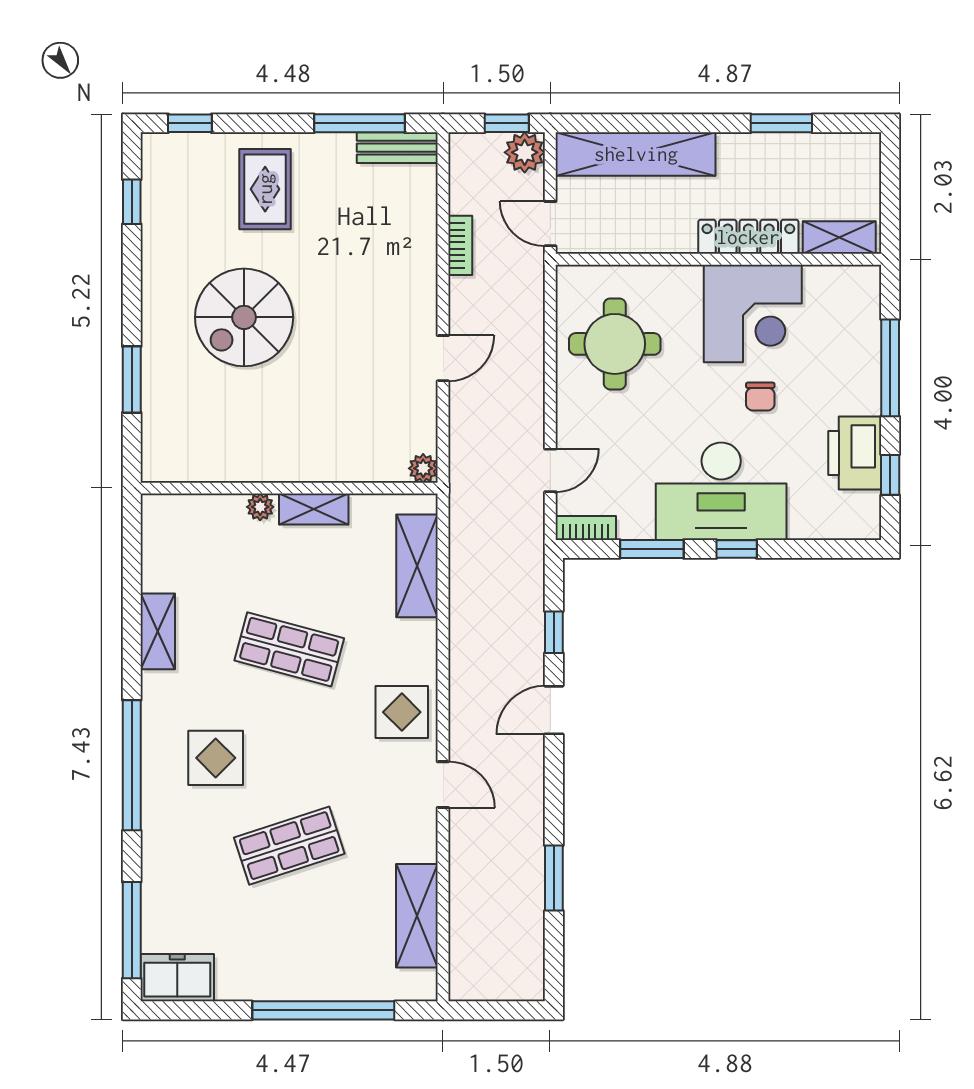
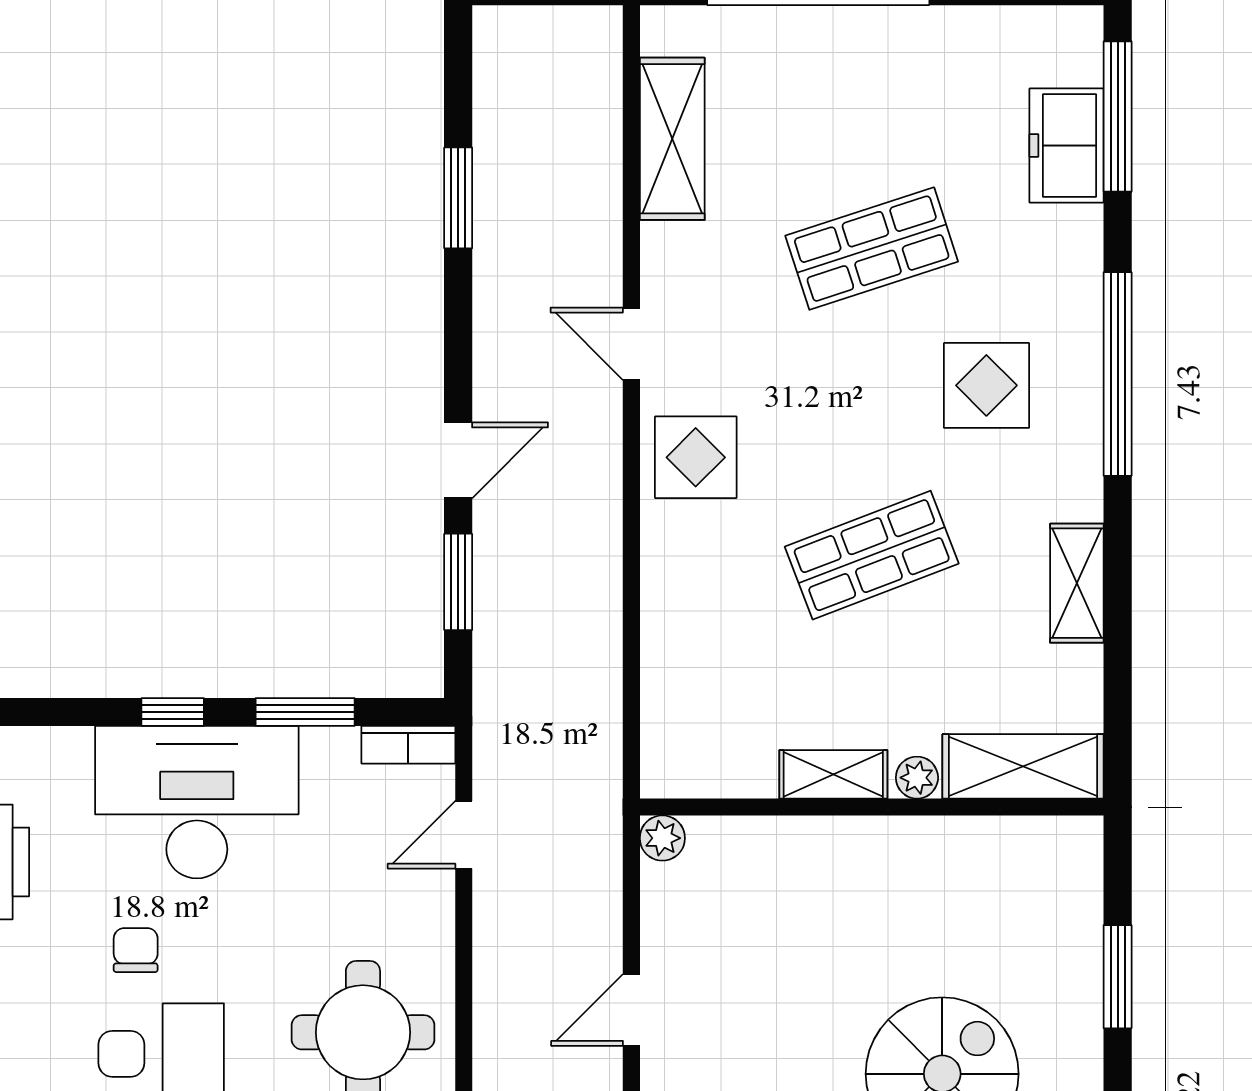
shelving: (417, 566) -> (1023, 766), moved, turned 90
window: (554, 632) -> (458, 582), width x1.50
shop shelf: (289, 649) -> (872, 555), turned -36
freezer: (177, 978) -> (1067, 146), moved, turned 90

